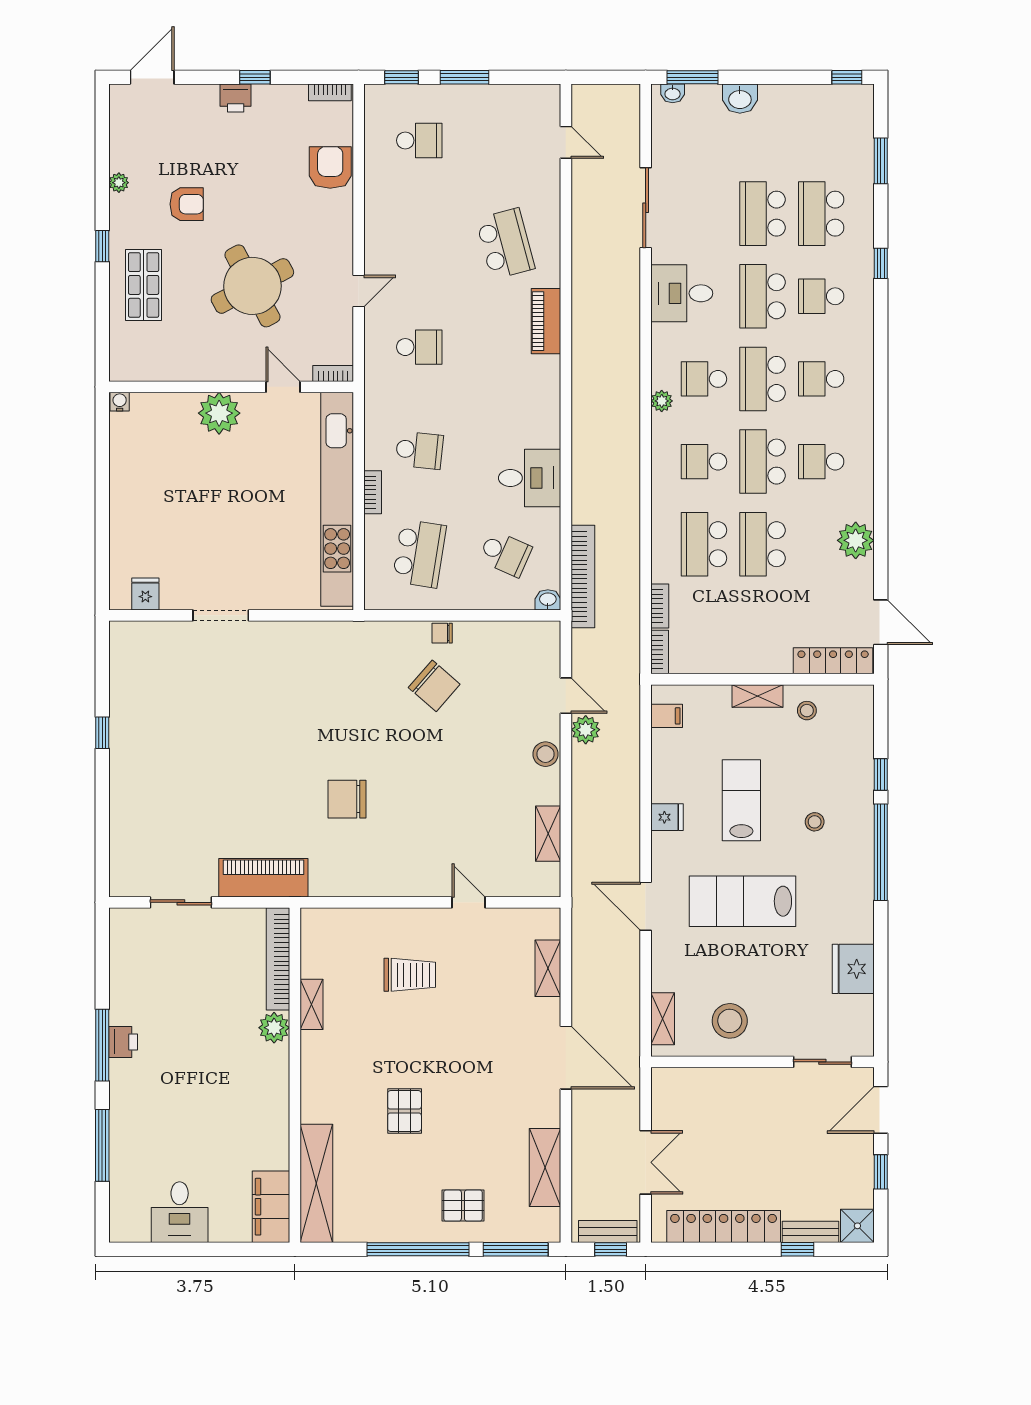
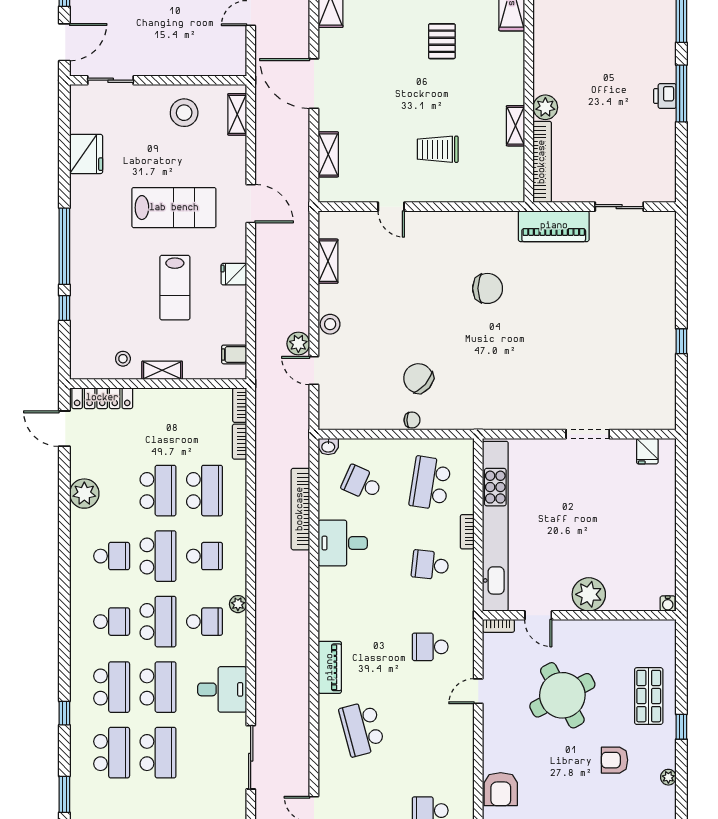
school desk: (821, 296) -> (112, 687), width x1.85
bookcase: (583, 577) -> (300, 509), moved
stool: (815, 822) -> (117, 270), removed

